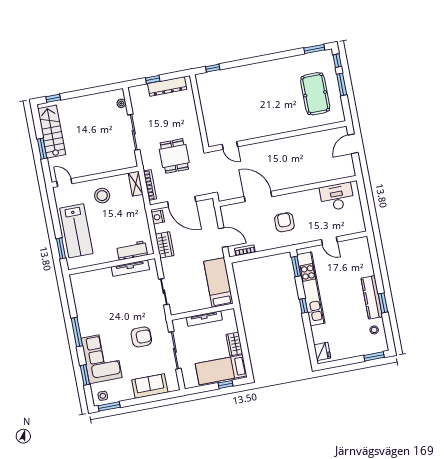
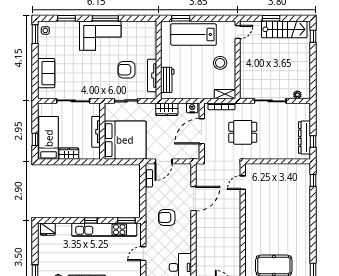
window: (153, 79) -> (313, 142), moved
armchair: (284, 222) -> (167, 217), turned 180
bed: (218, 282) -> (125, 140), width x2.04
armchair: (141, 337) -> (127, 70), moved, turned 90
corner sofa: (102, 358) -> (100, 36), moved

